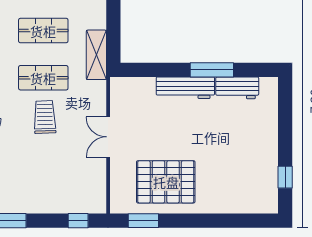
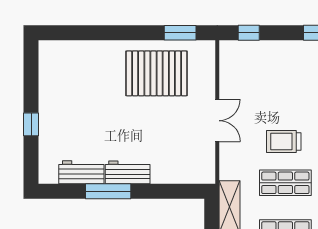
workbench: (185, 88) -> (128, 172), width x0.73
trolley: (45, 117) -> (284, 142), turned 92
window: (285, 177) -> (31, 124), moved

